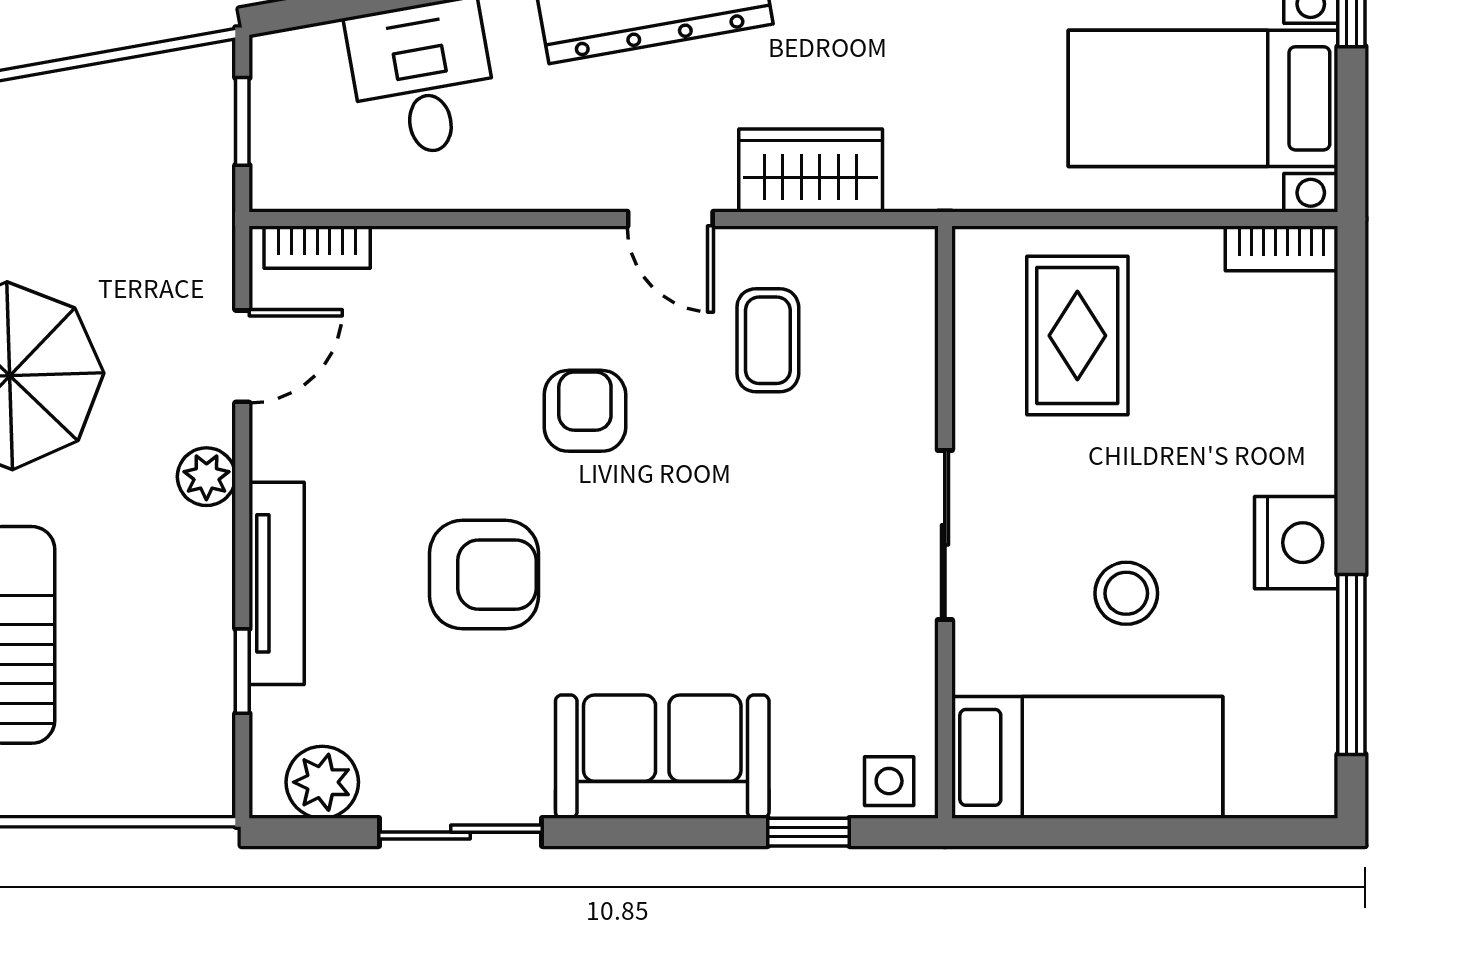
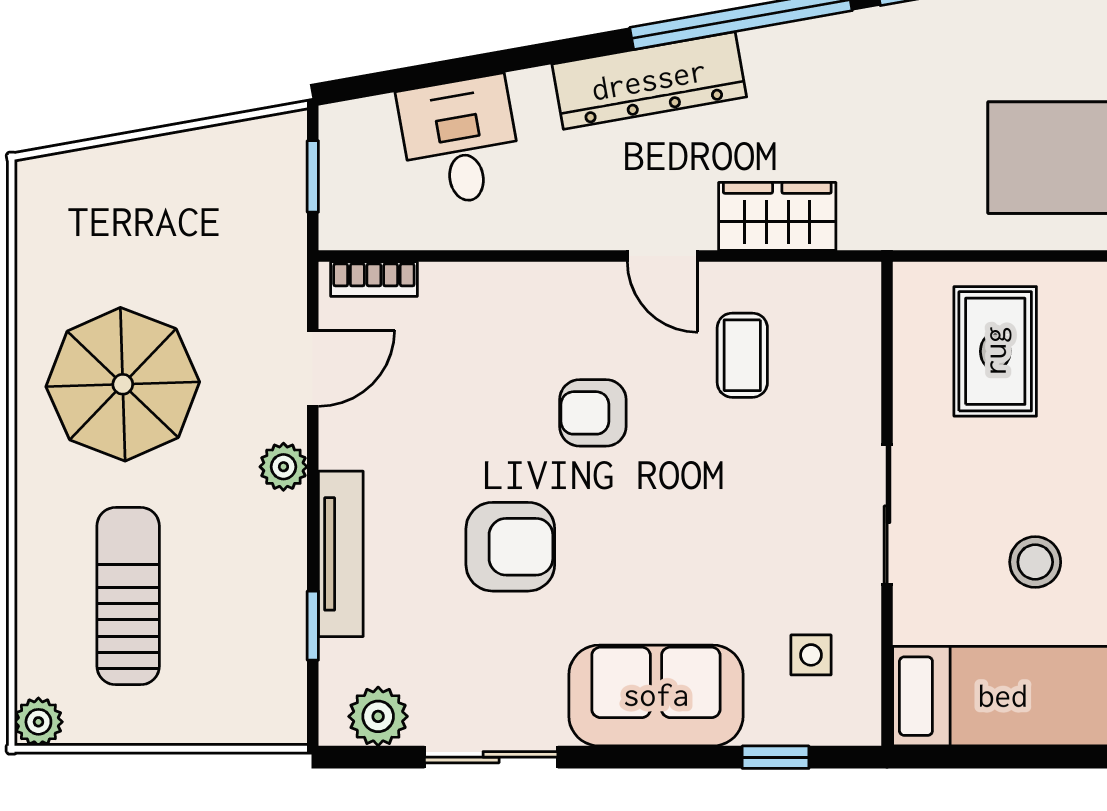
armchair: (585, 411) -> (593, 413), turned -90
side table: (889, 781) -> (811, 655), moved

